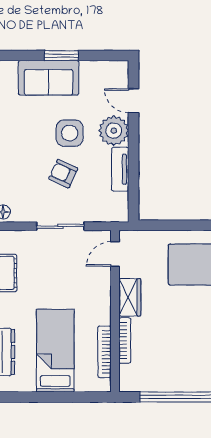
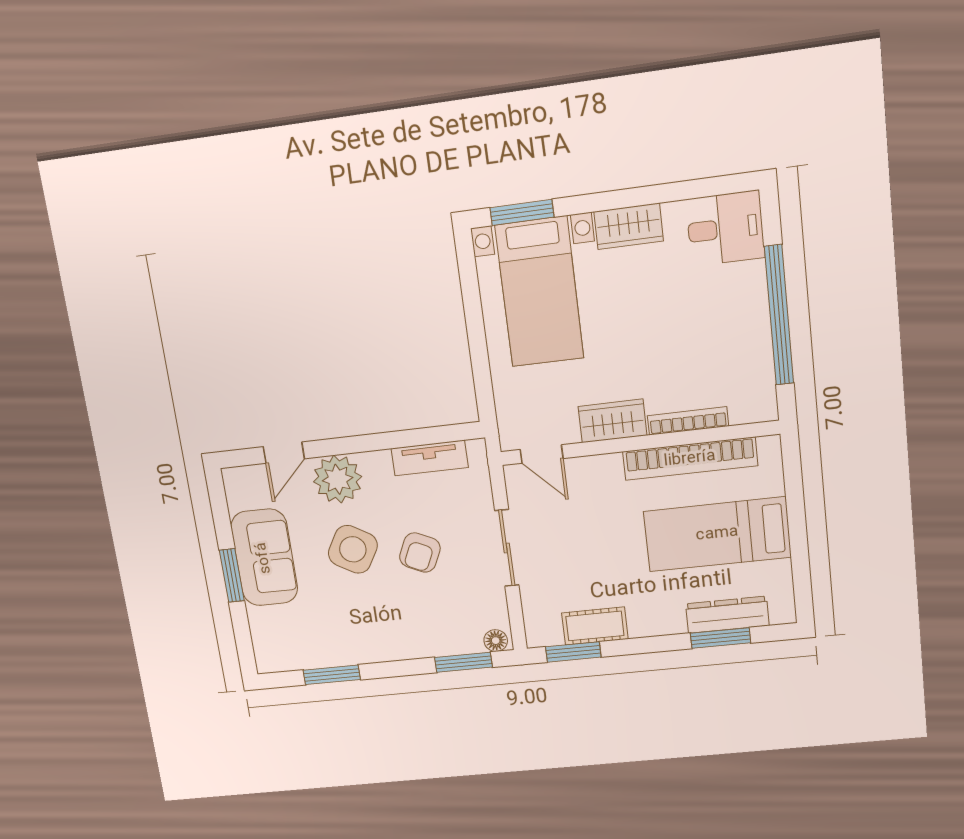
sofa: (49, 78) -> (264, 558), moved
side table: (70, 133) -> (353, 549), turned 30
tv unit: (120, 169) -> (430, 458), moved
bookcase: (104, 352) -> (690, 459), width x1.48, depth x1.31

